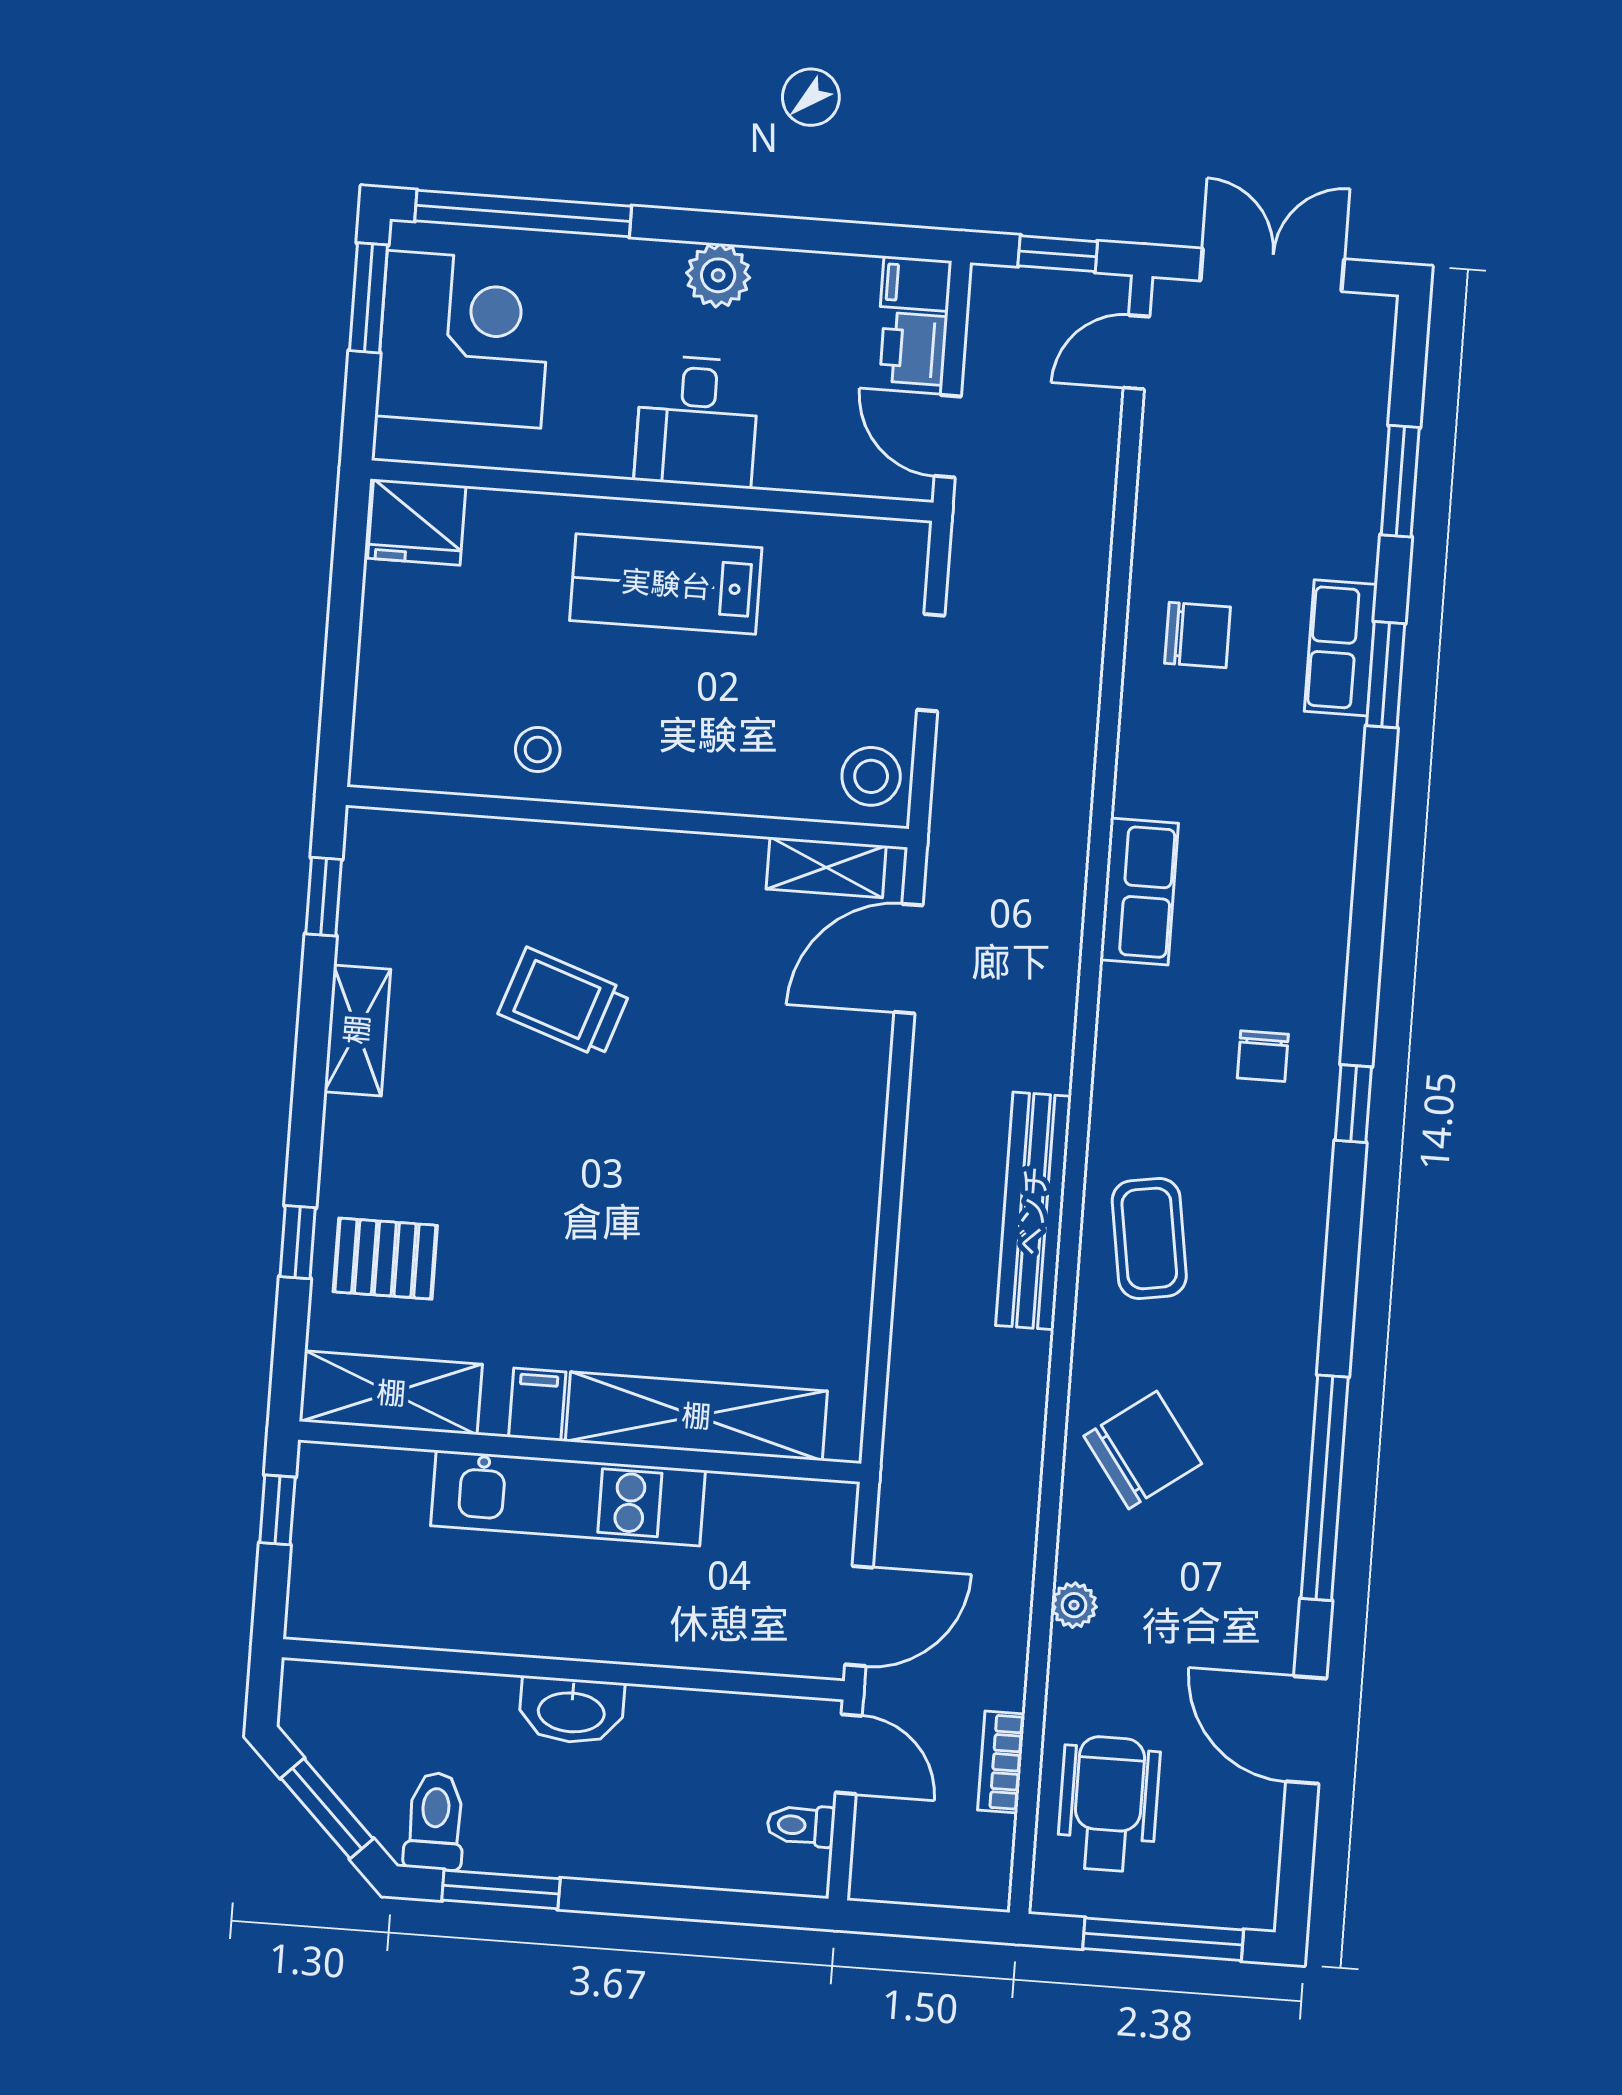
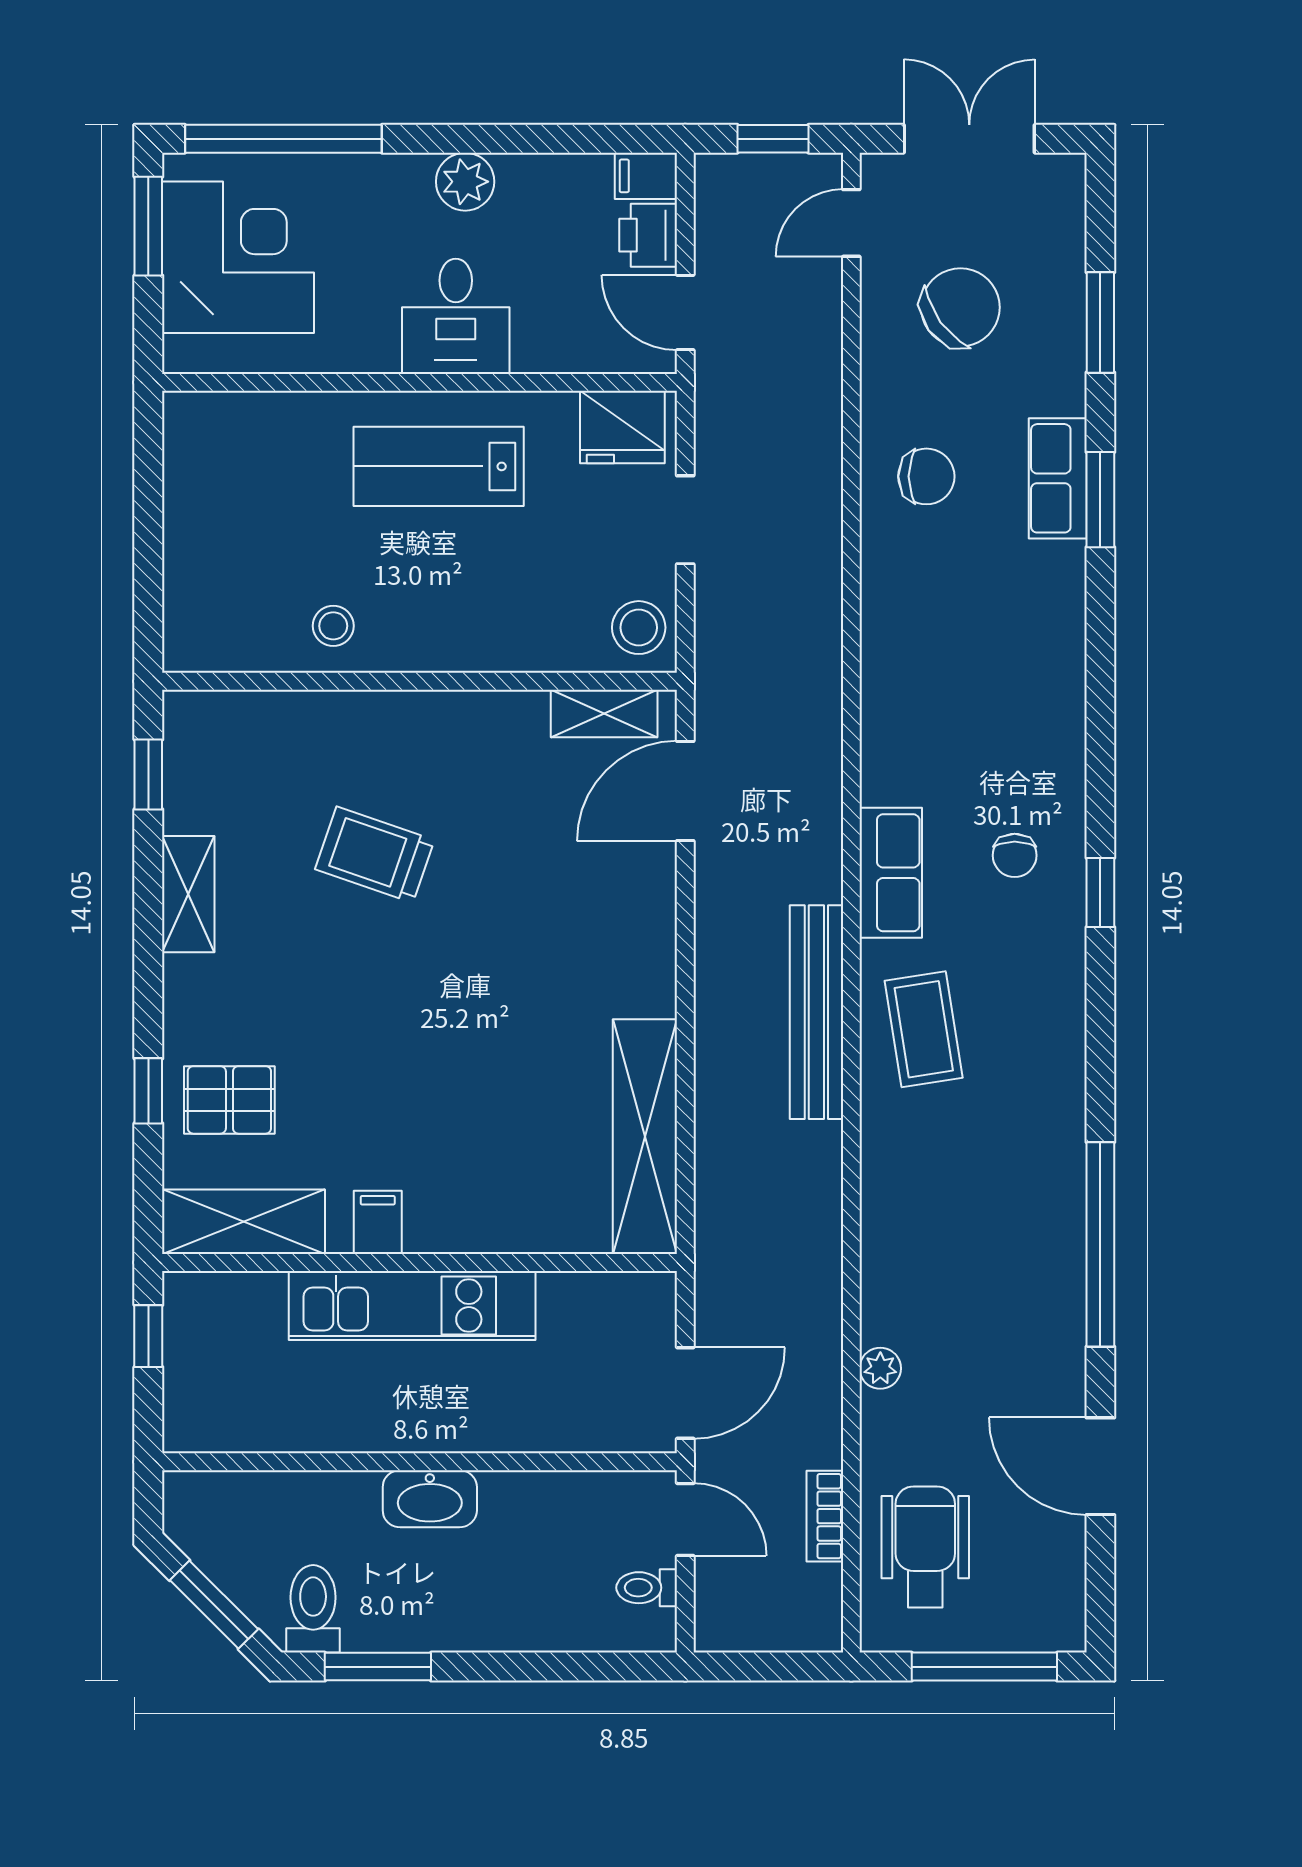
fridge: (417, 522) -> (622, 427), moved
row of seats: (1139, 892) -> (891, 873), moved
shelving: (696, 1416) -> (645, 1137), moved, turned 90
chair: (1143, 1450) -> (960, 307), moved

